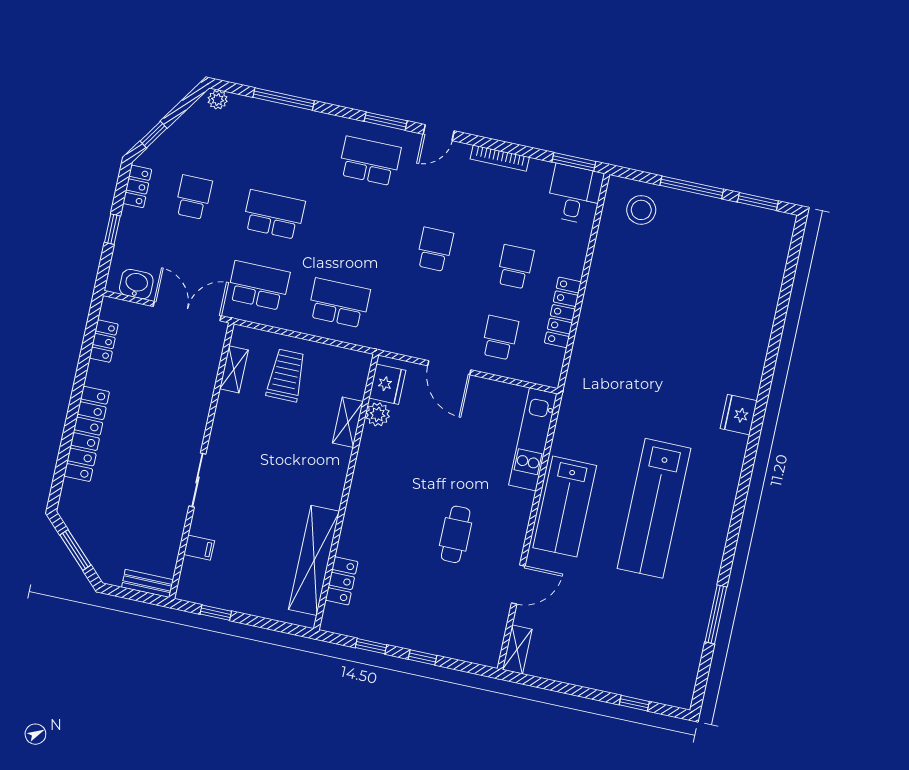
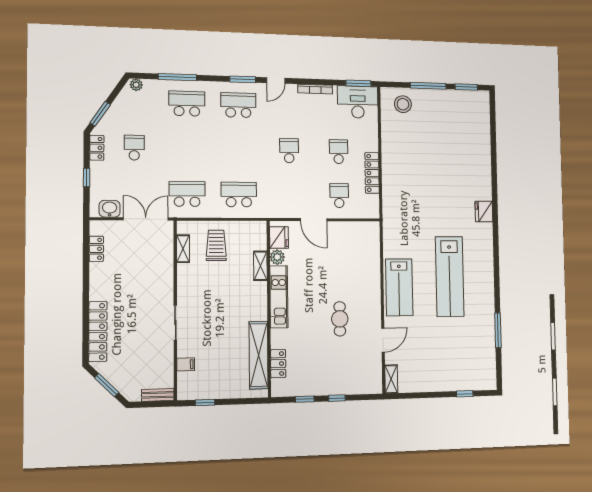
window: (153, 135) -> (100, 114), width x1.50
desk: (575, 194) -> (358, 102), width x1.37
school desk: (274, 215) -> (187, 104), moved
locker: (87, 434) -> (98, 331), moved
kitchen unit: (533, 439) -> (279, 297), moved, turned 180

